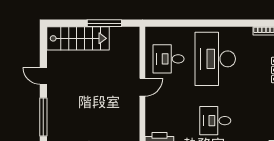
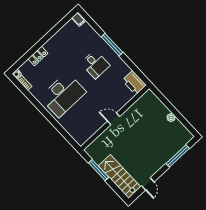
desk: (169, 59) -> (86, 119), removed
door: (43, 76) -> (148, 184), moved

